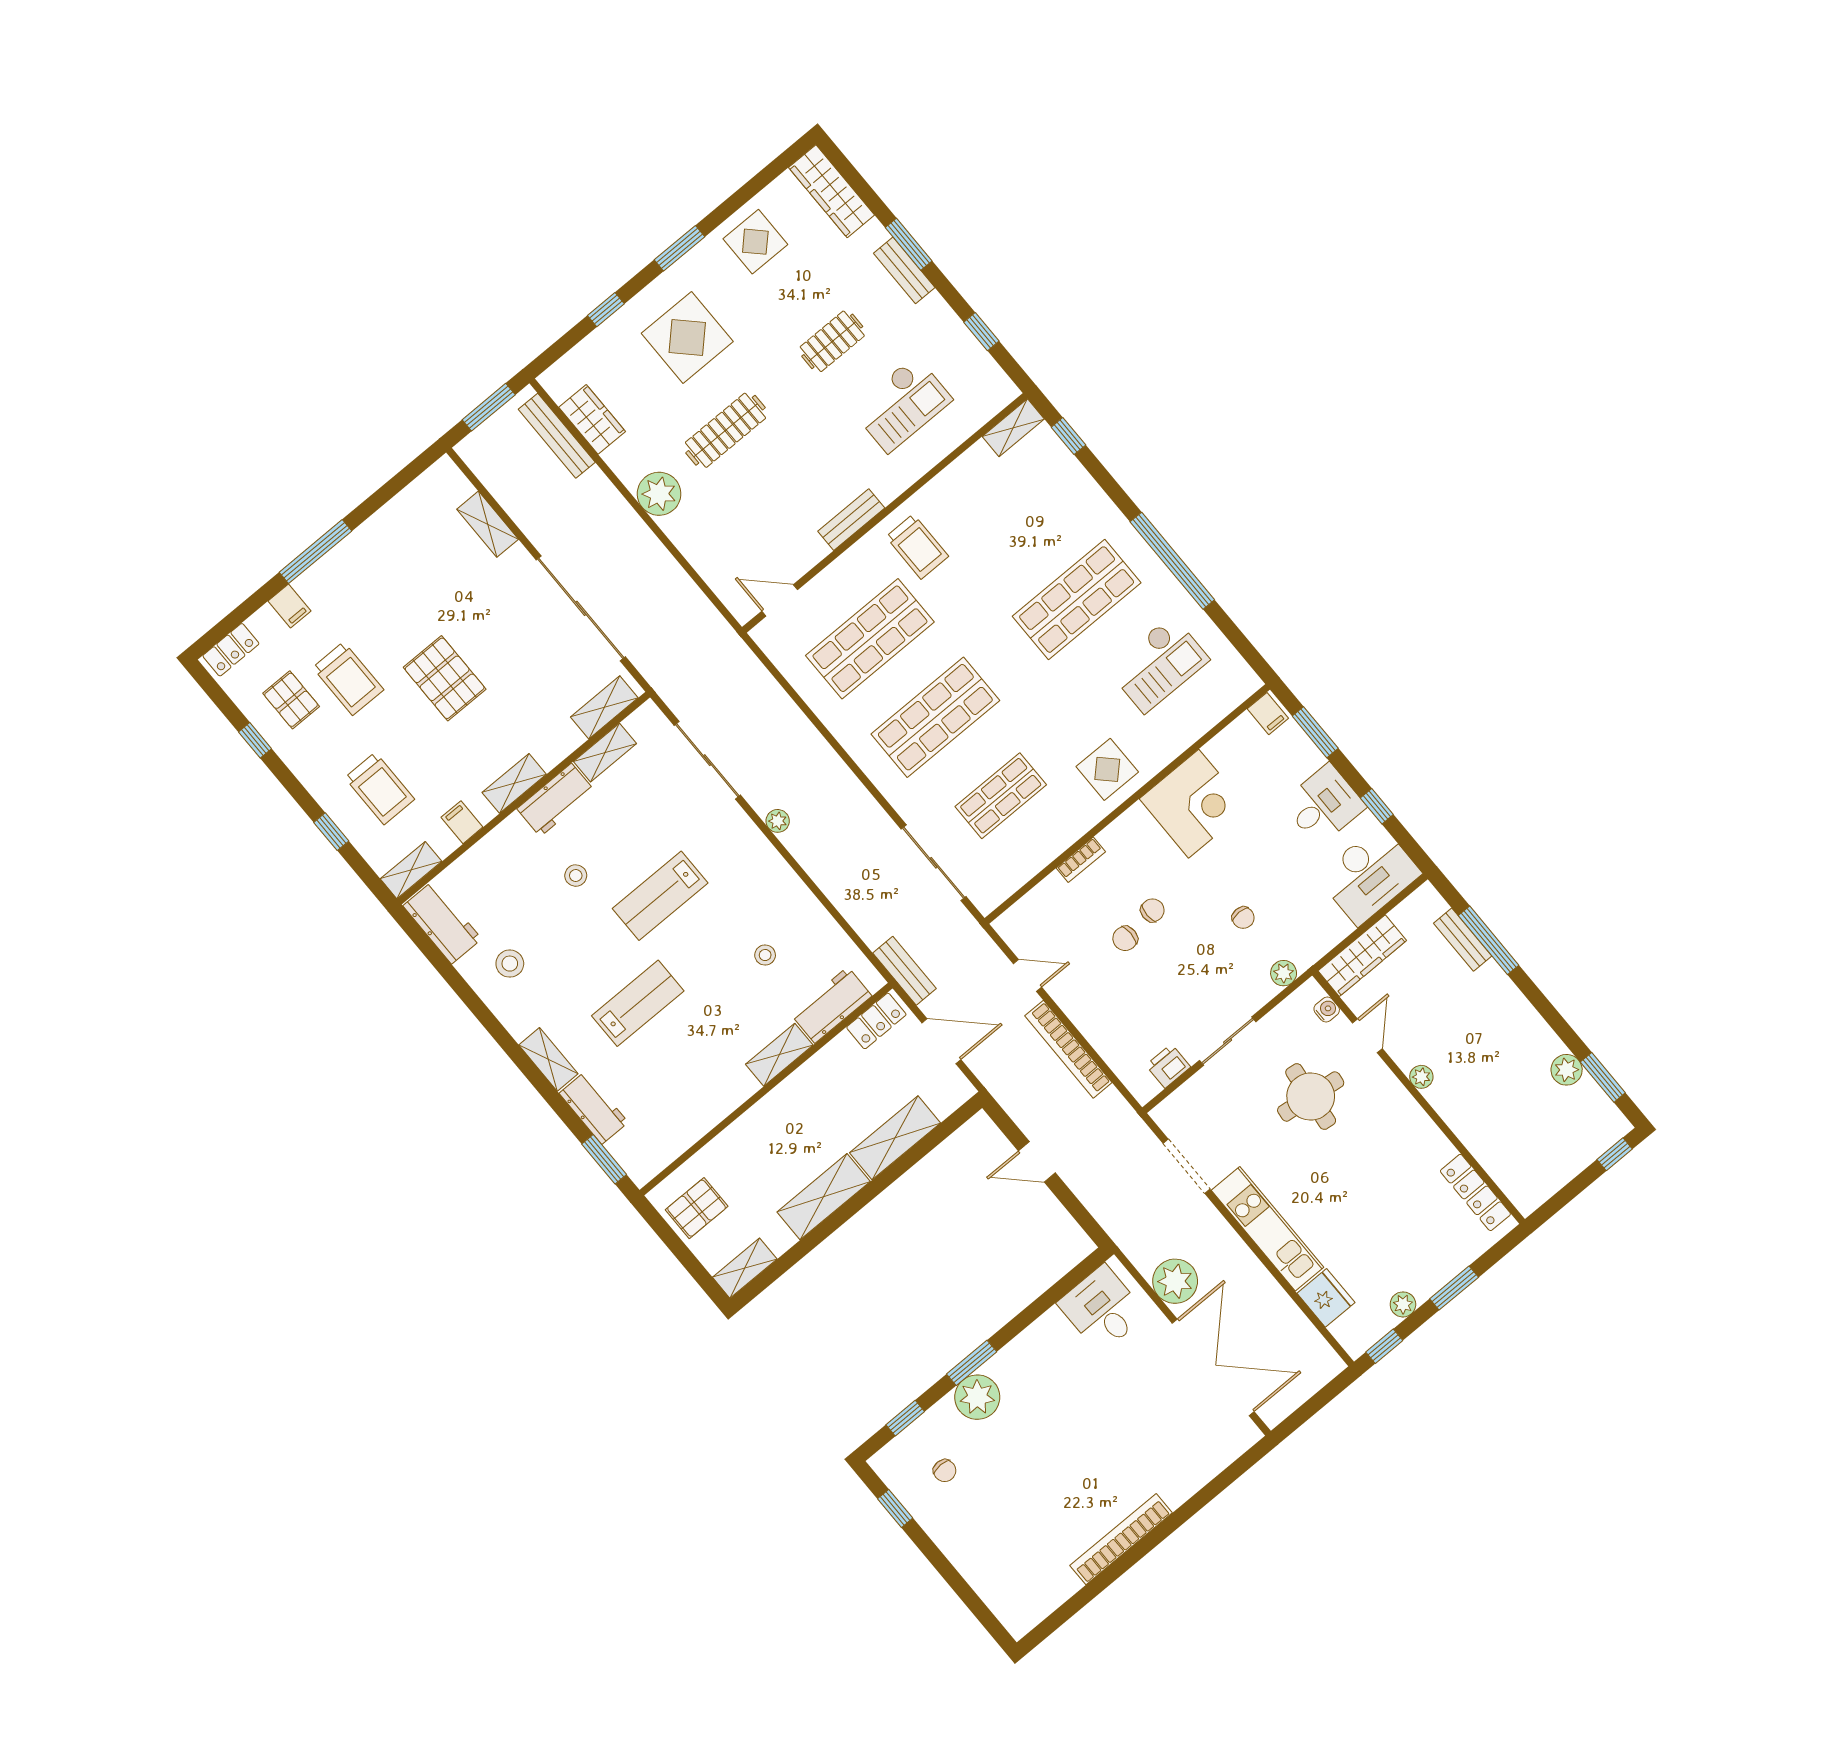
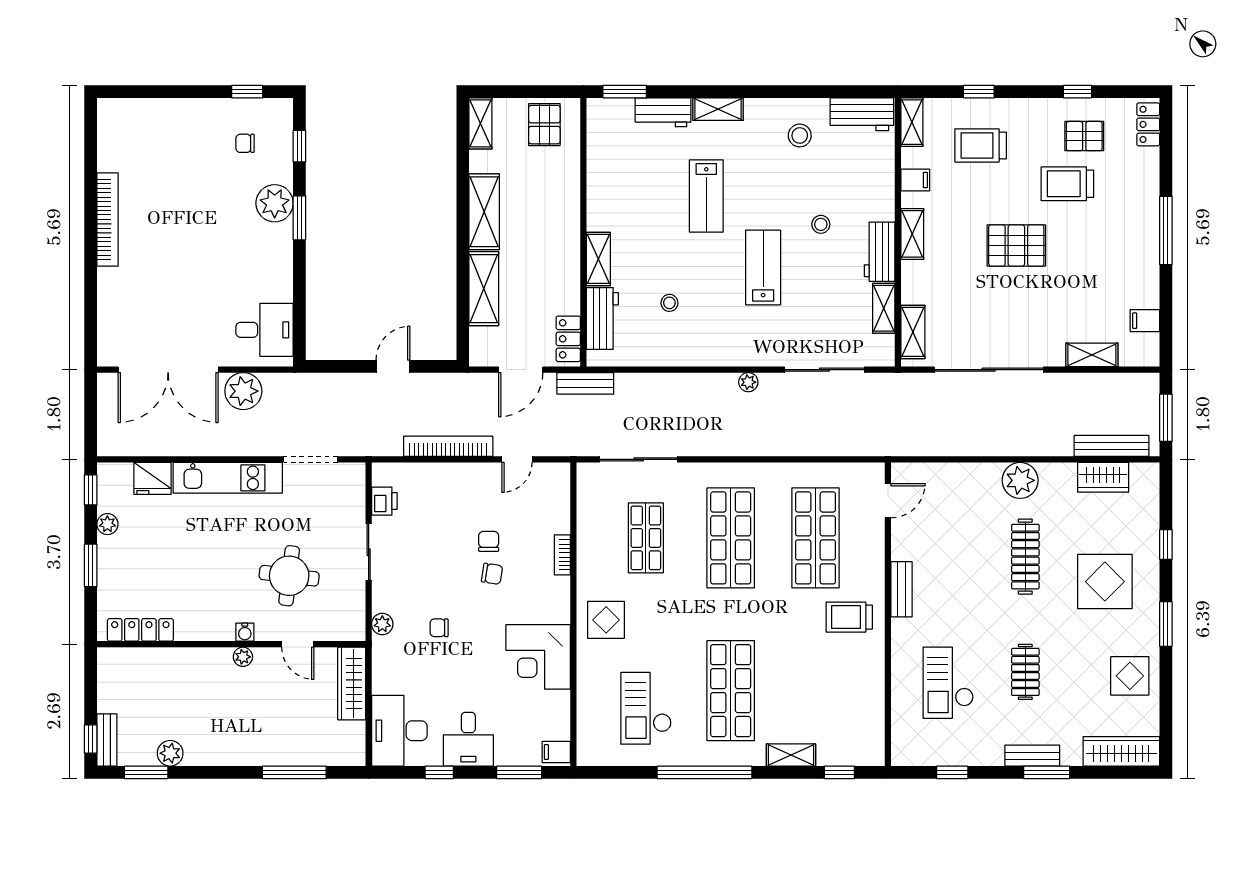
shelving: (1013, 428) -> (791, 755), moved, turned 90
filing cabinet: (290, 606) -> (1145, 321), moved
chair: (1152, 910) -> (492, 574), turned -81
bench: (1463, 940) -> (107, 740), moved, turned 90
water cooler: (1327, 1009) -> (245, 632), moved

